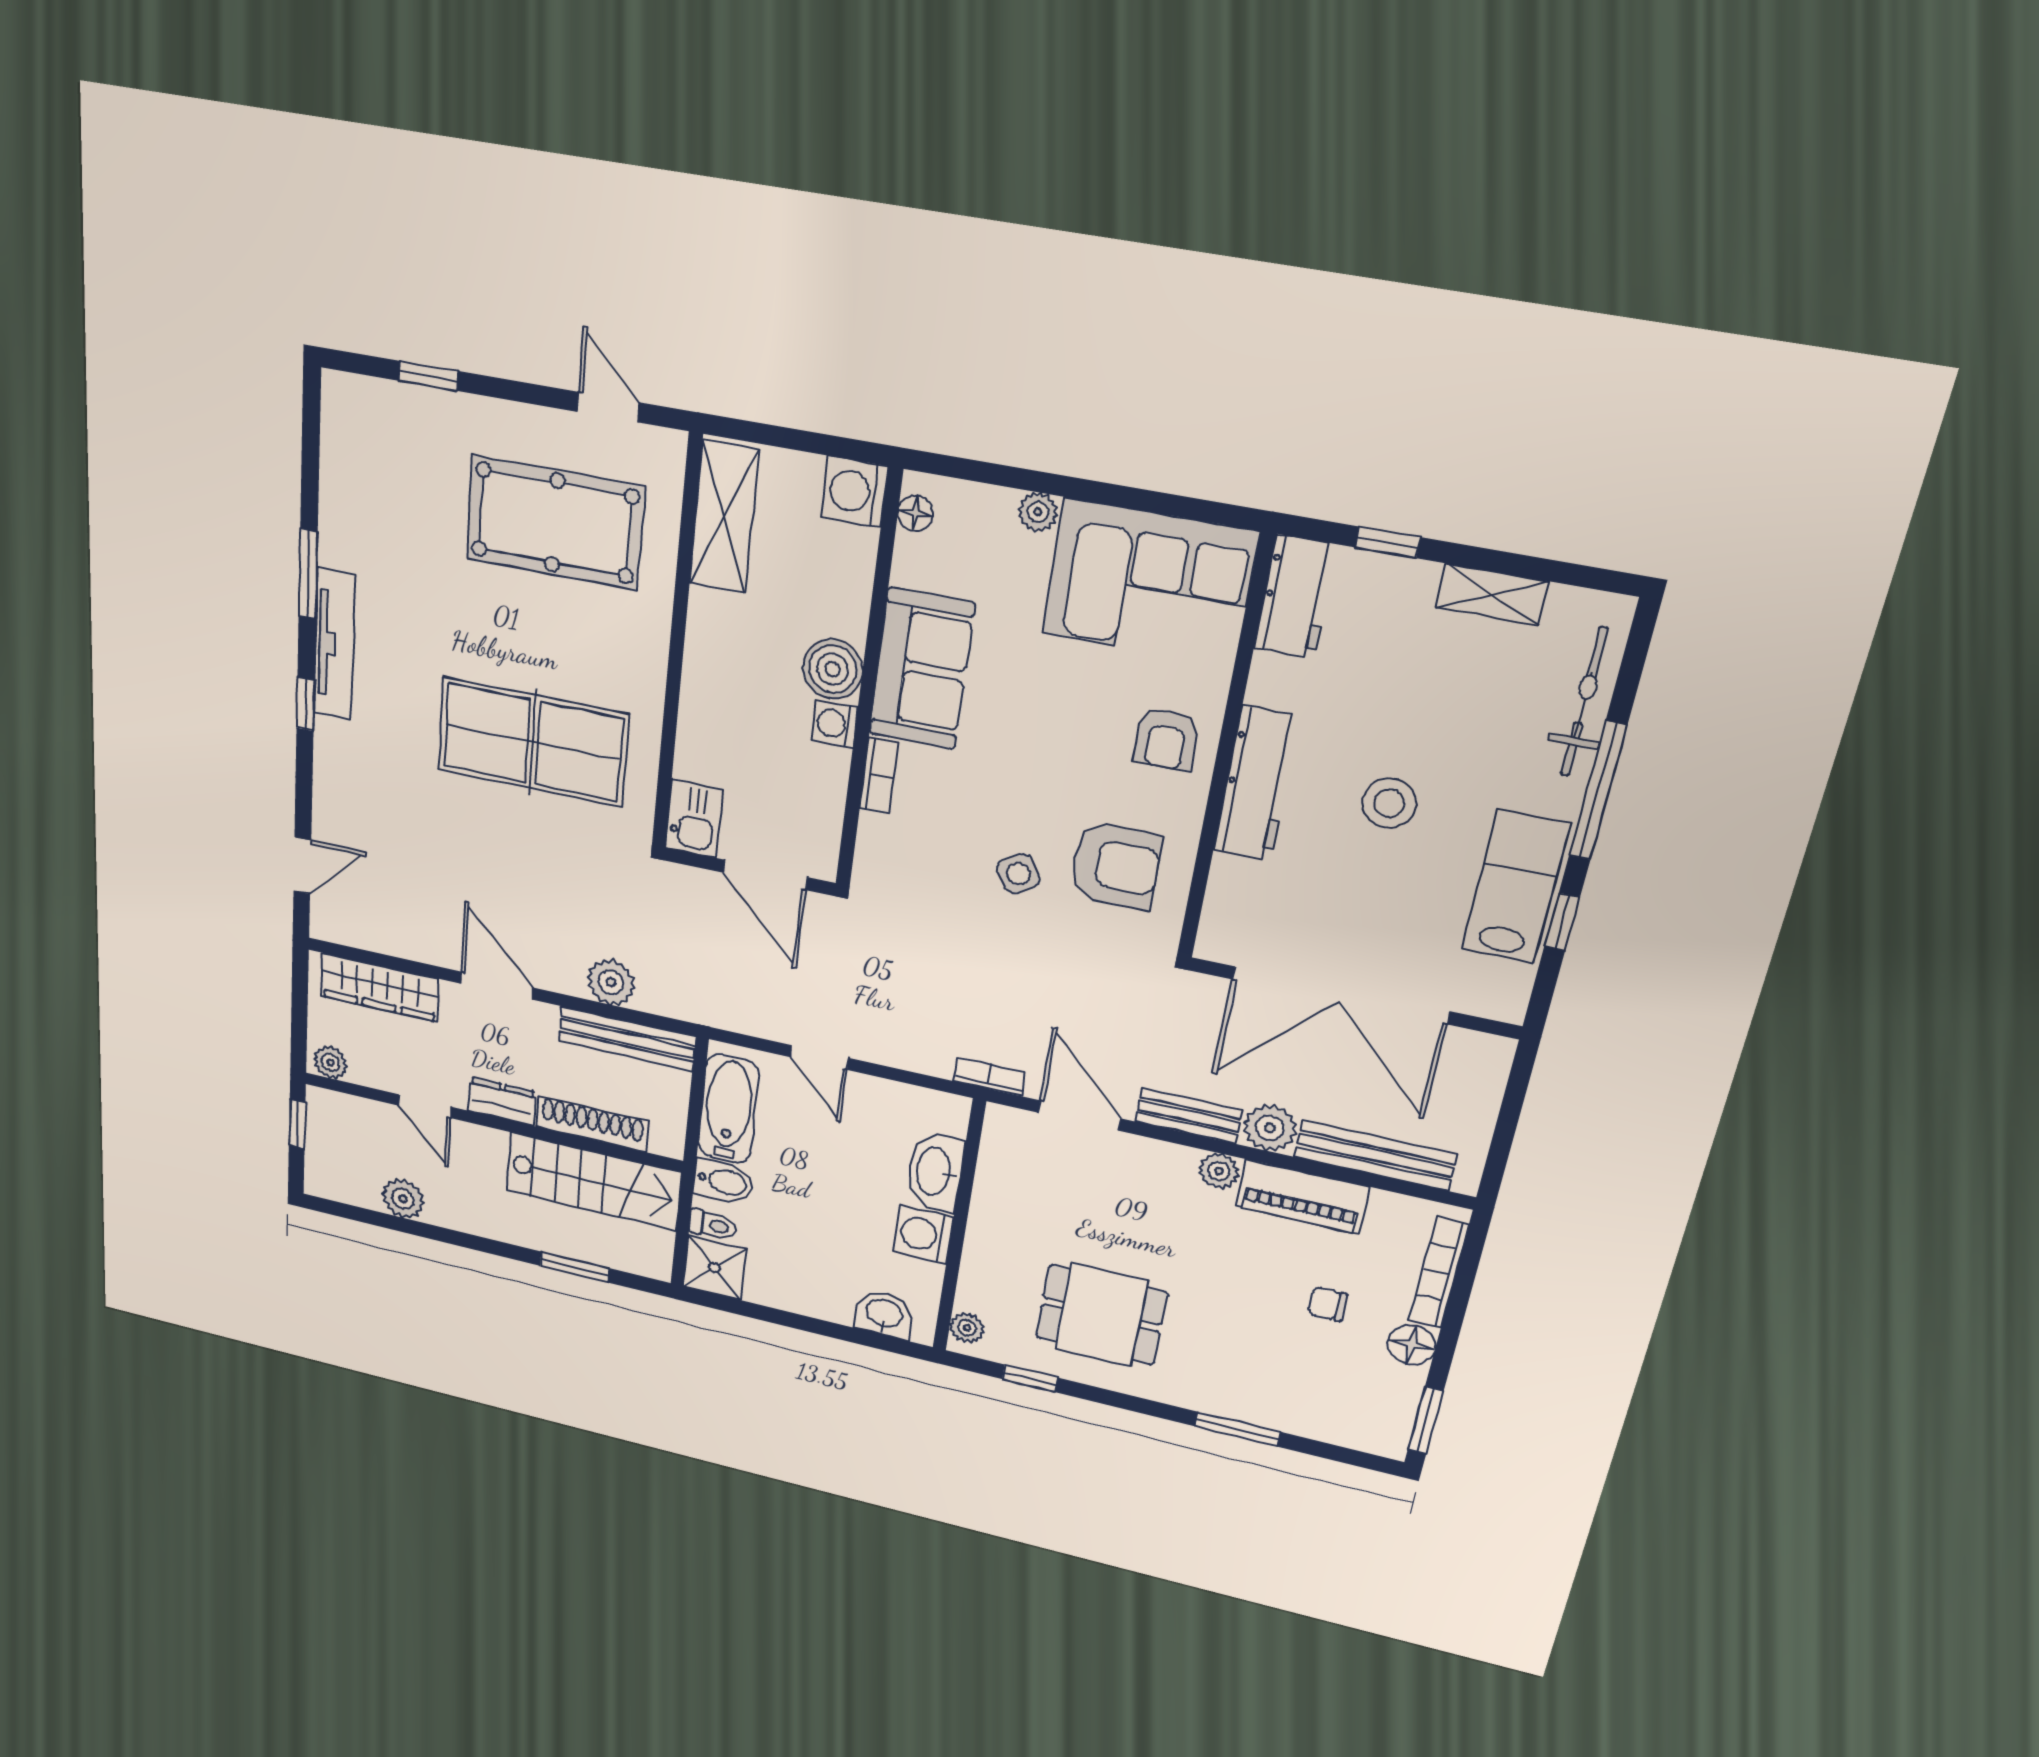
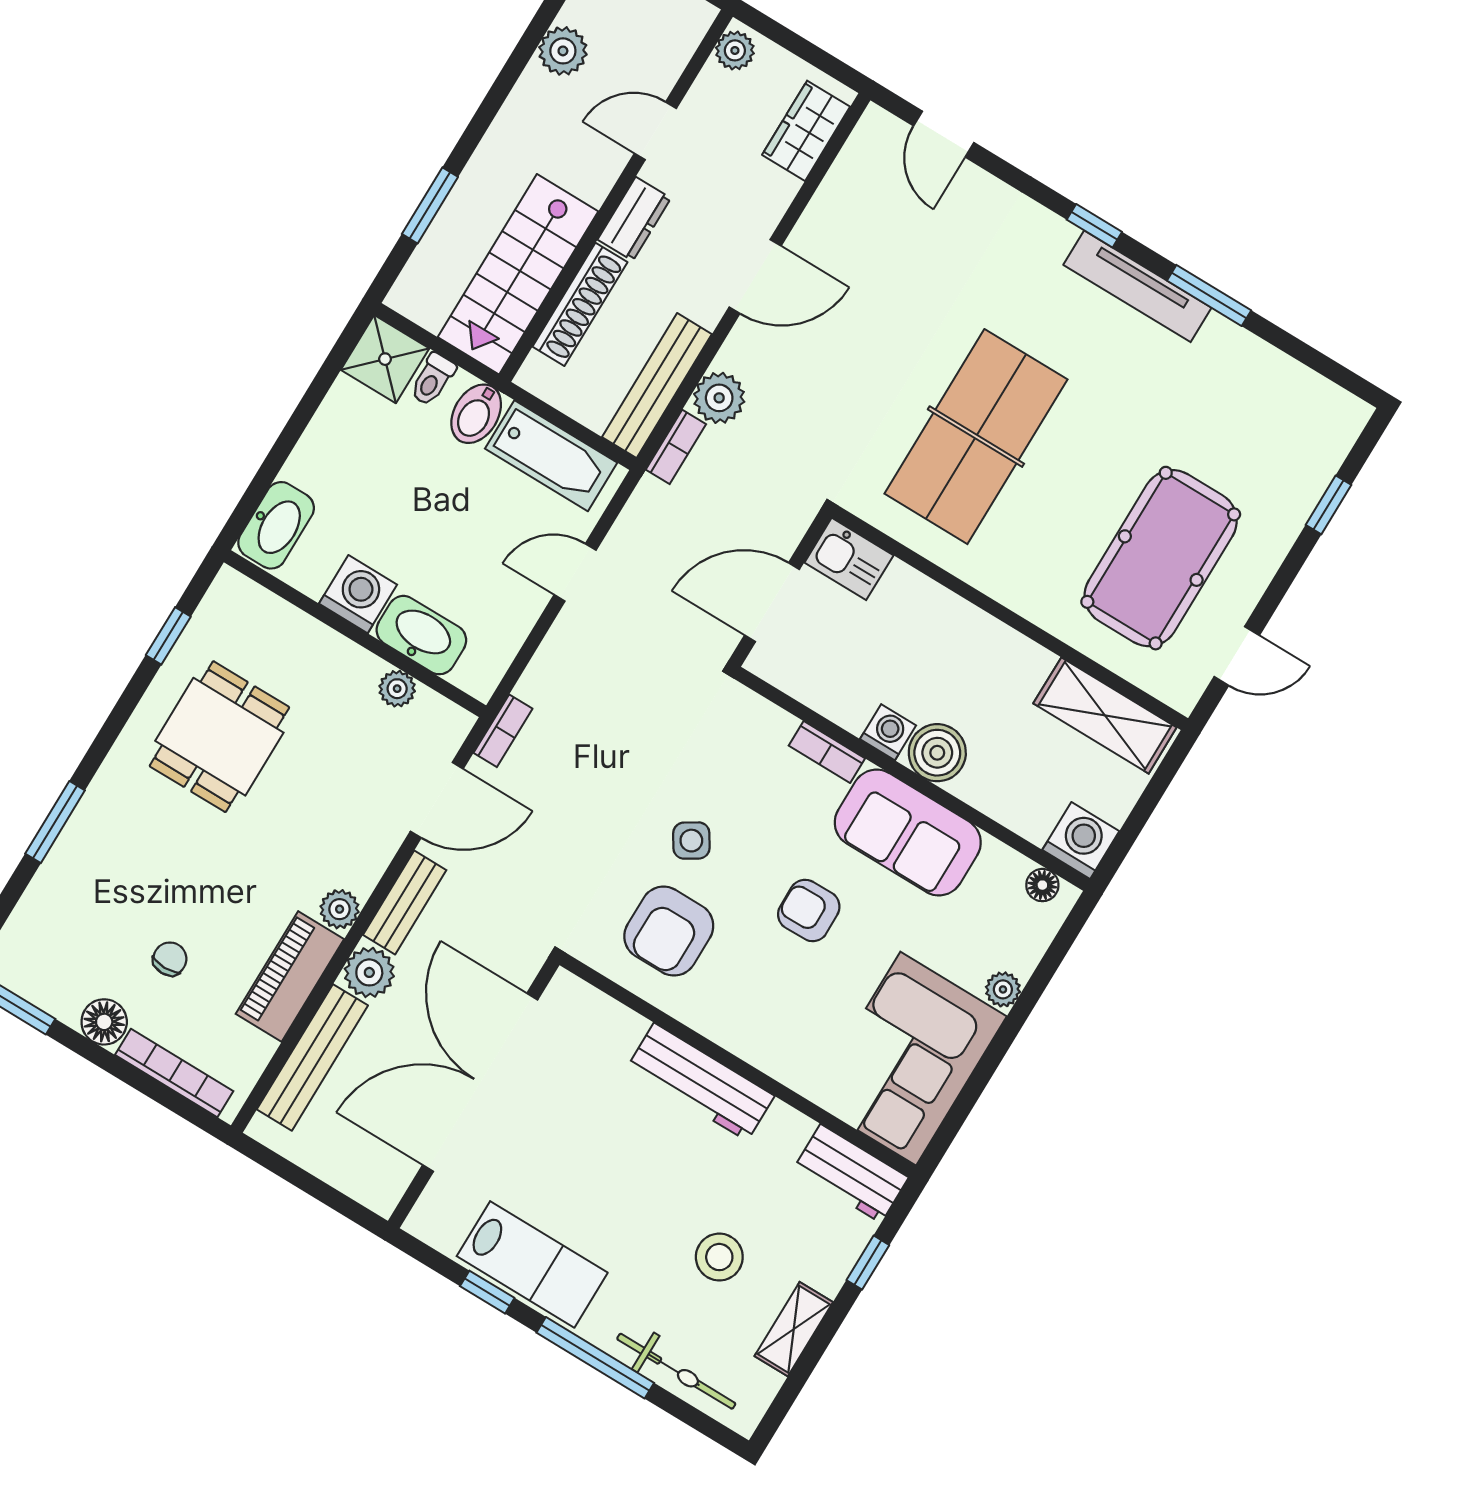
armchair: (1166, 739) -> (809, 910), moved
stool: (1389, 803) -> (719, 1257), moved
wardrobe: (380, 987) -> (806, 131), width x0.67
bookcase: (670, 1006) -> (676, 447), added
washbasin: (884, 1314) -> (276, 525), width x1.38
plant: (967, 1328) -> (397, 689), moved

